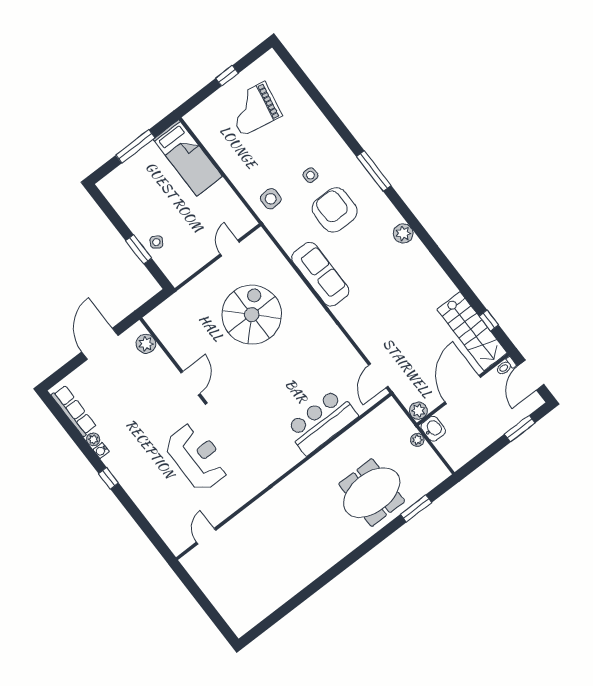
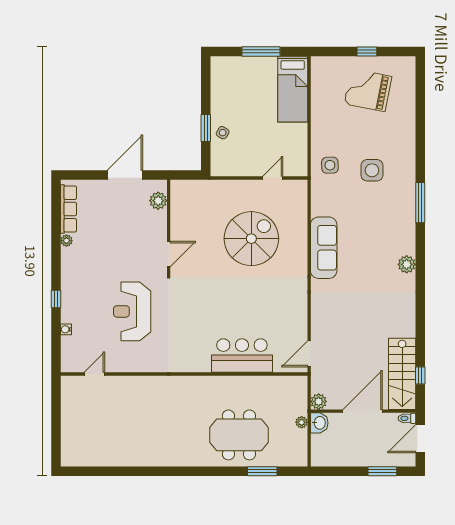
side table: (310, 175) -> (372, 170), width x1.87, depth x1.87
armchair: (335, 210) -> (370, 209), removed
water cooler: (101, 451) -> (66, 329), moved
reception desk: (197, 457) -> (132, 311), turned 180
window: (109, 478) -> (56, 299), moved

